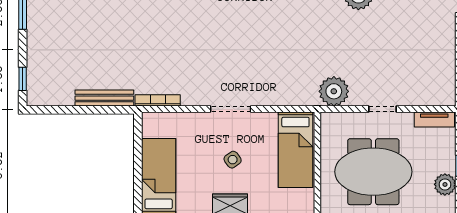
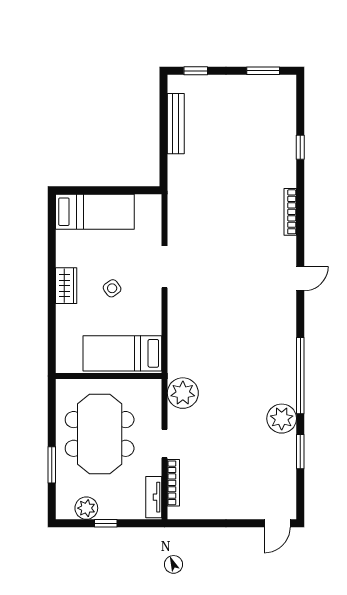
bench: (104, 98) -> (176, 124), moved
bookcase: (158, 100) -> (173, 483), moved
doorway: (231, 109) -> (164, 267), moved

